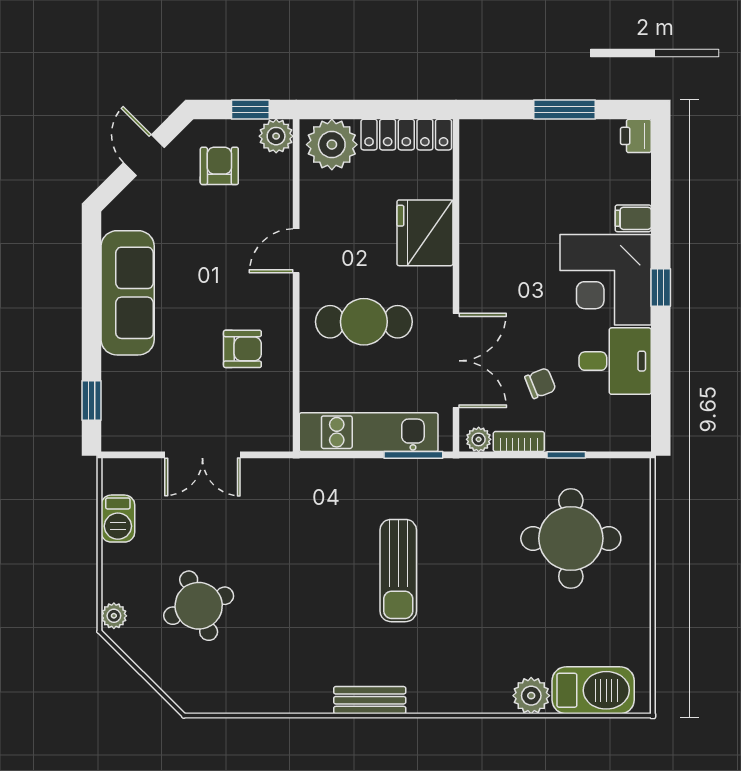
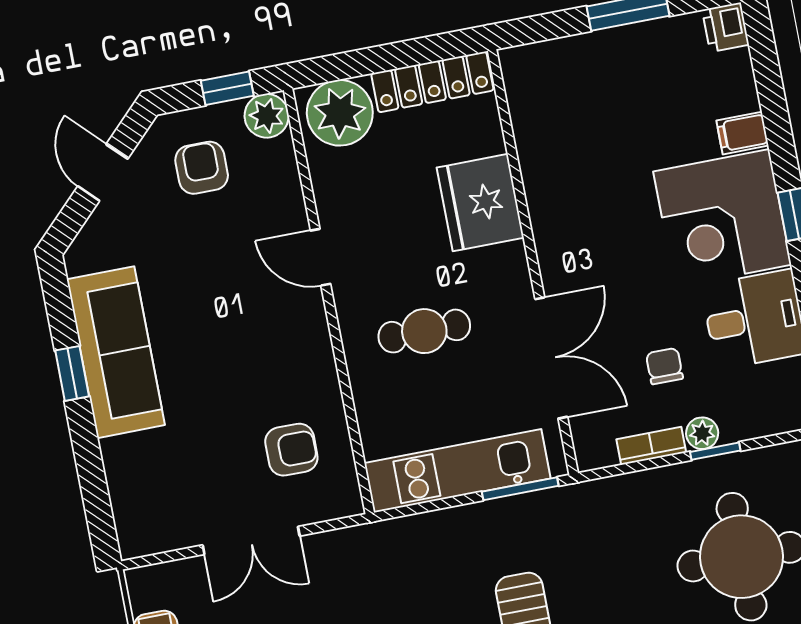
door: (296, 251) -> (320, 257), hinge flipped
cafe table: (364, 322) -> (424, 331), width x0.73, depth x0.74
armchair: (242, 349) -> (291, 450), moved
chair: (540, 383) -> (664, 366), turned -68
window: (92, 400) -> (72, 373), moved
plant: (479, 439) -> (702, 433), moved

